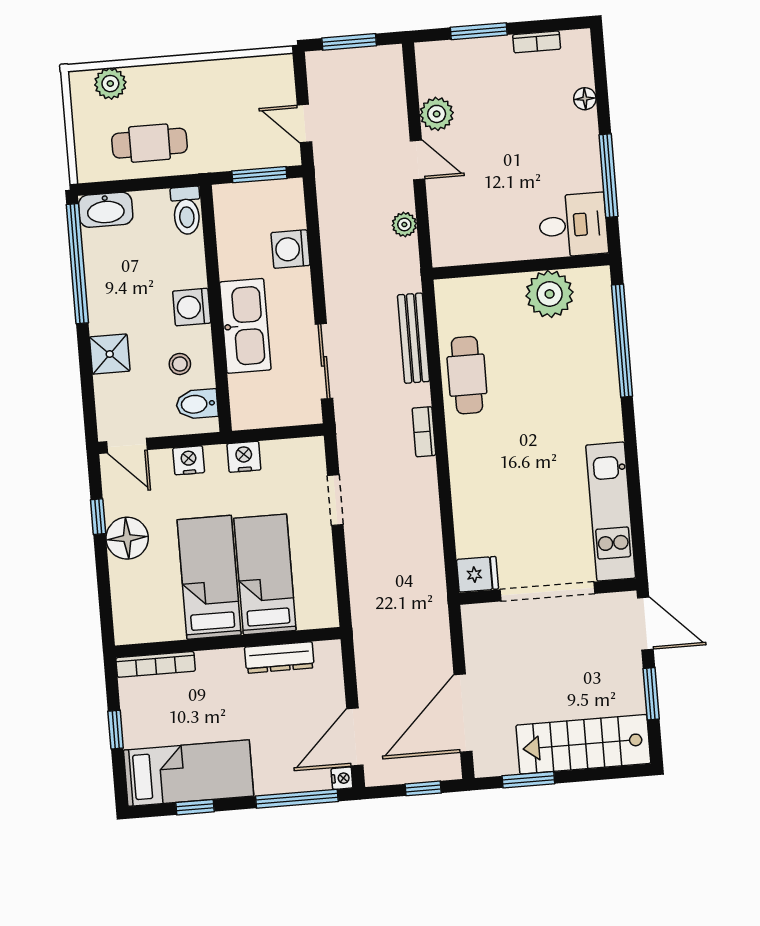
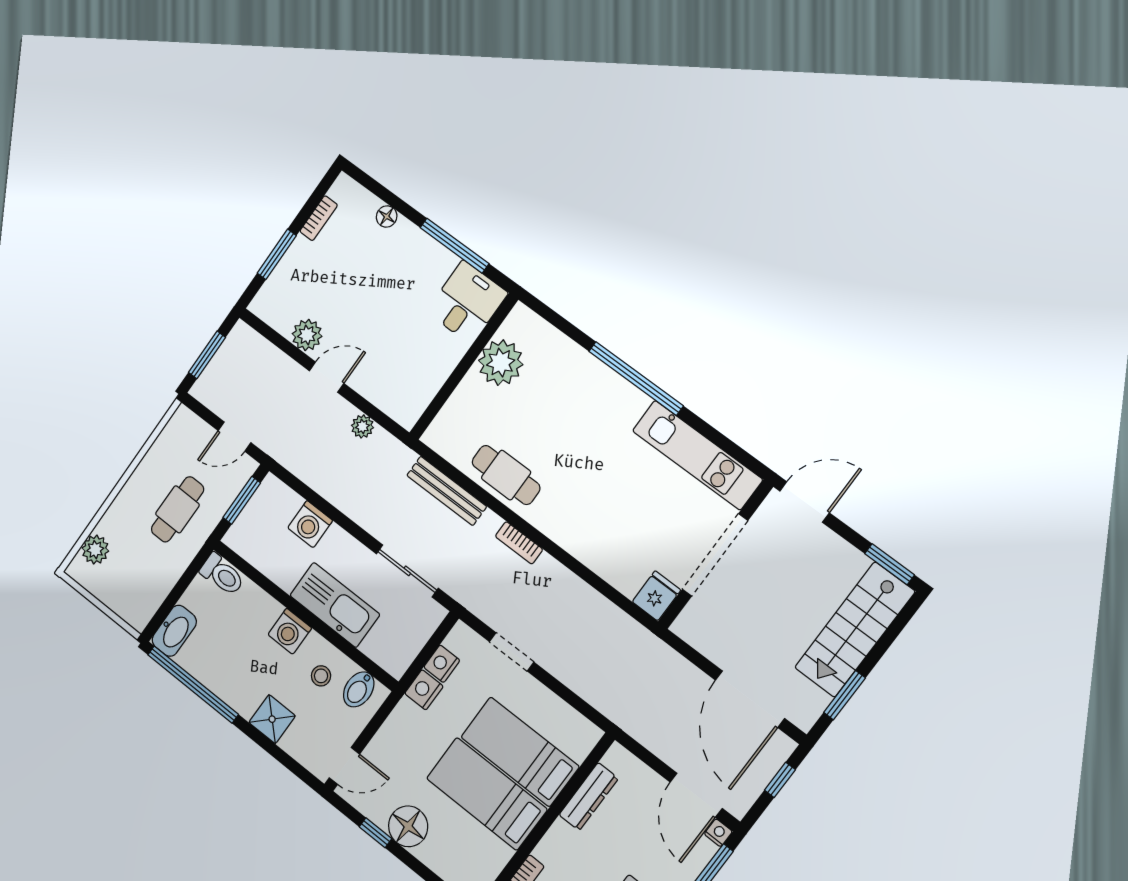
cafe table: (150, 143) -> (177, 509), moved
window: (622, 341) -> (636, 378), moved
nightstand: (189, 460) -> (442, 664), moved
window: (651, 694) -> (890, 564), moved

